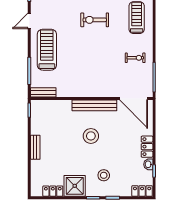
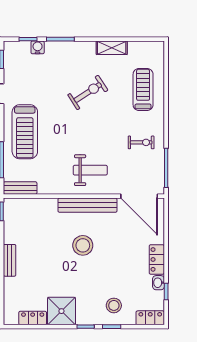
exercise bike: (95, 20) -> (88, 92), turned 147
treadmill: (47, 50) -> (25, 132), turned 180
weight bench: (97, 79) -> (90, 170), added
stool: (104, 175) -> (114, 305), moved

